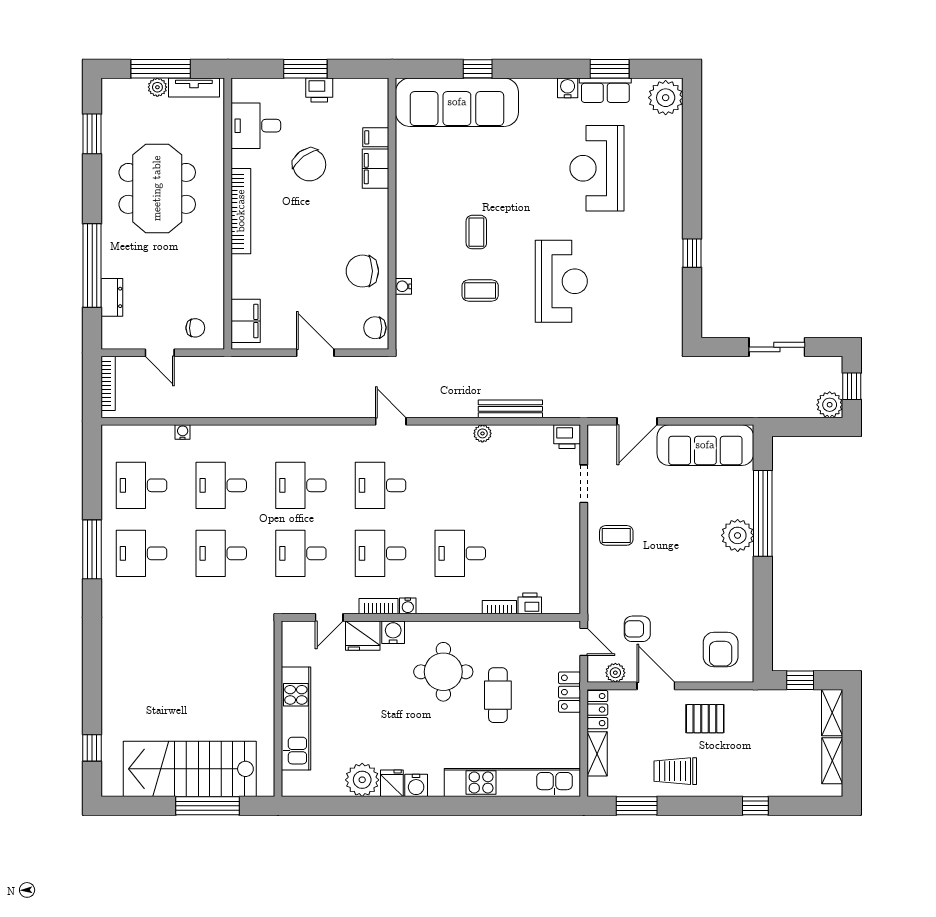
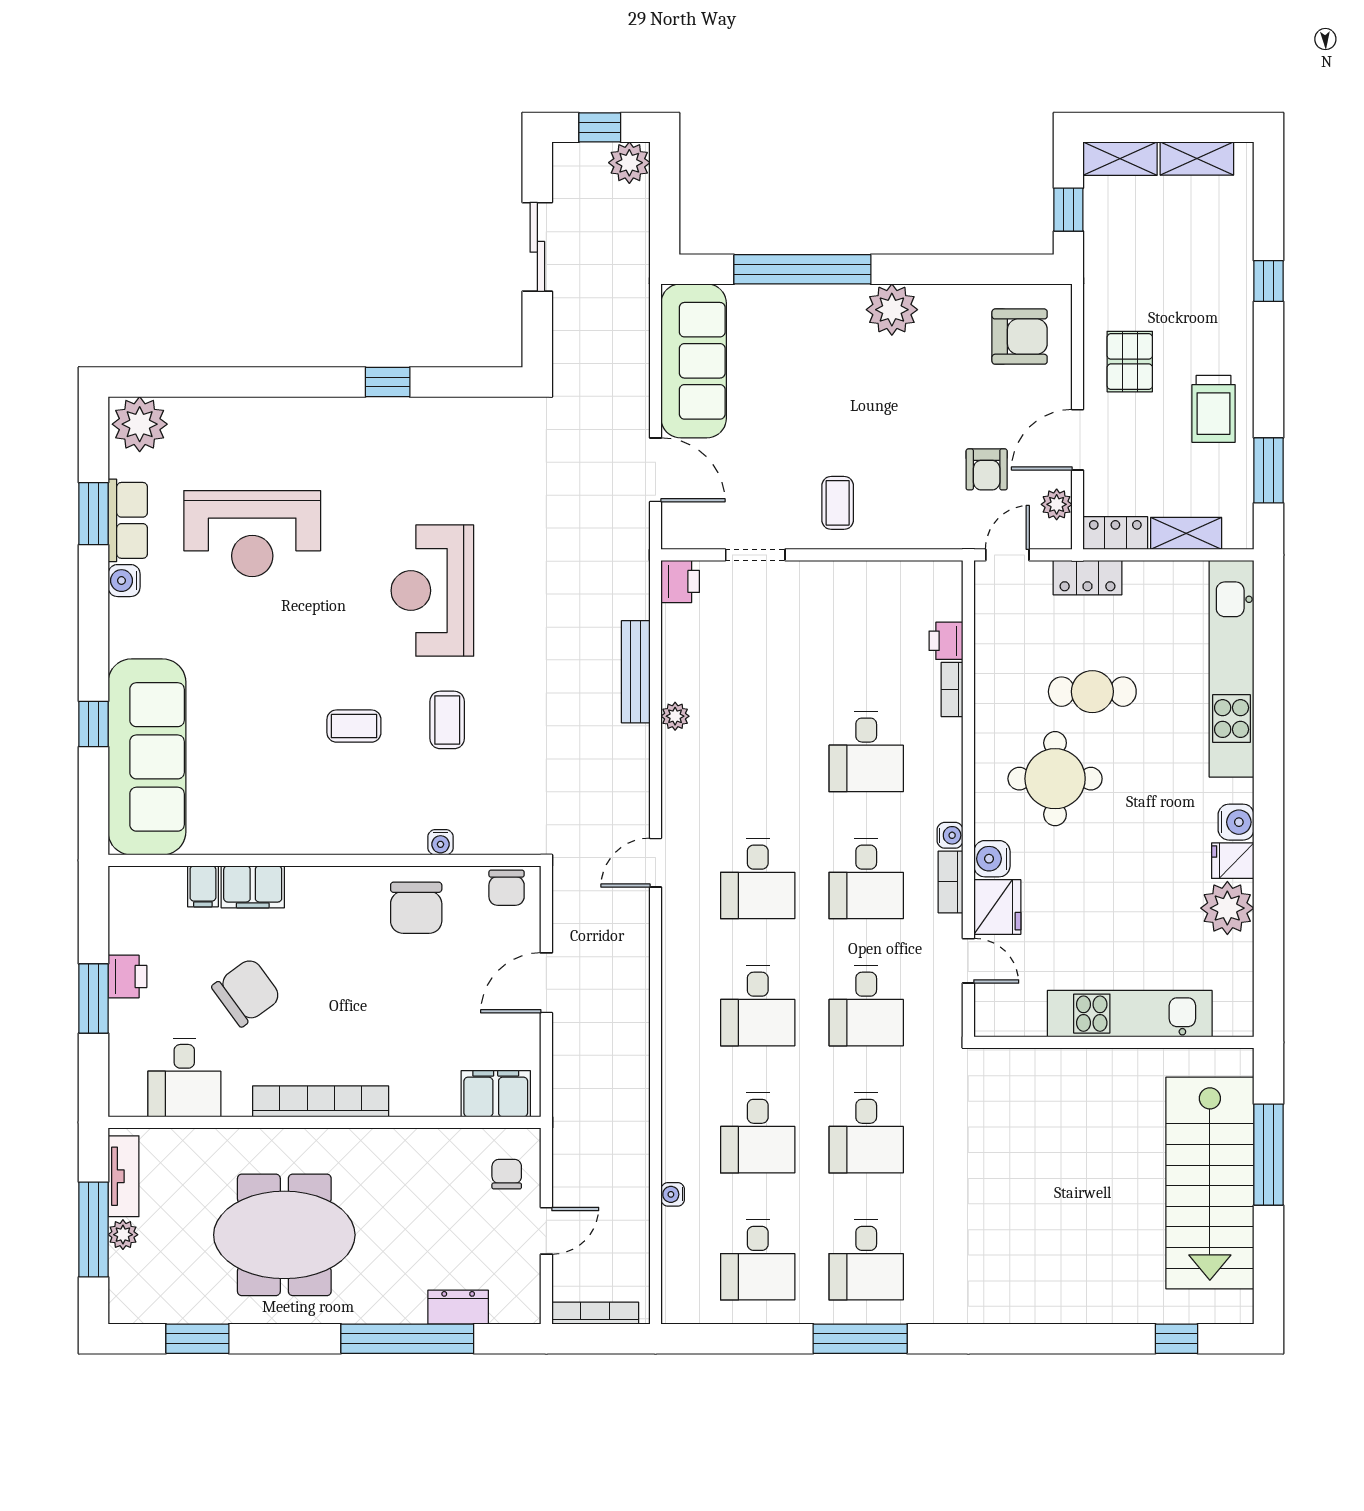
reception desk: (561, 281) -> (432, 591), turned -90
plant: (738, 535) -> (892, 310), moved

